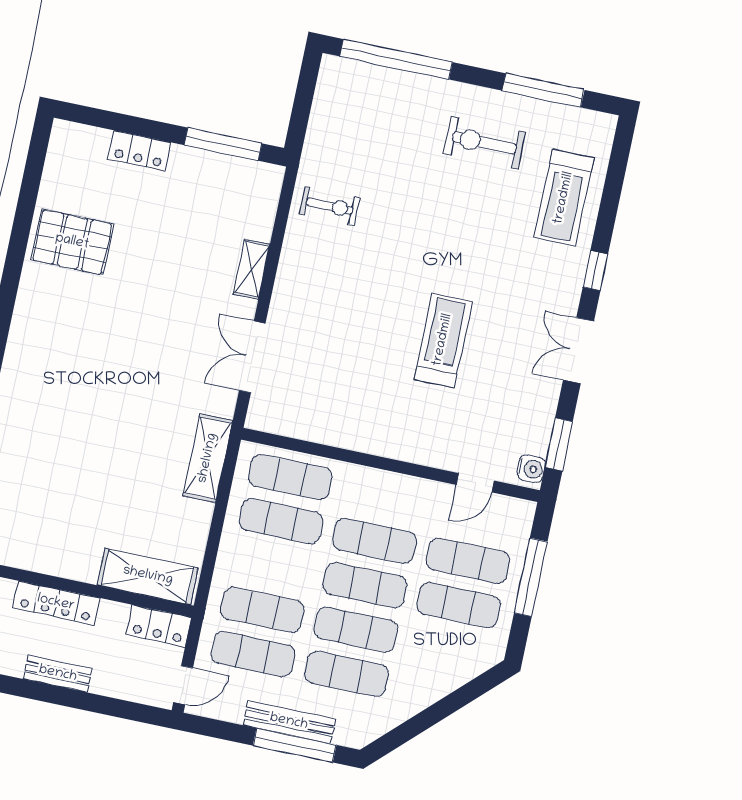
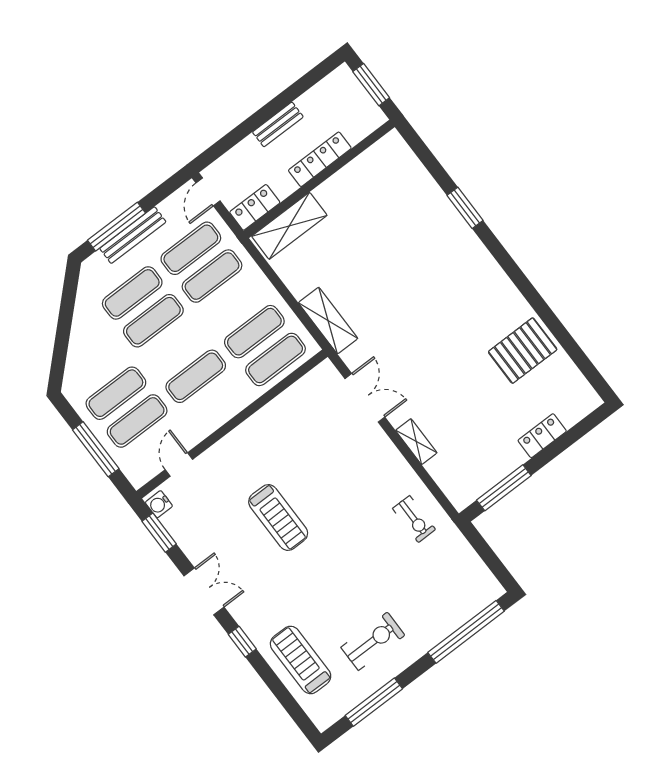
exercise bike: (330, 206) -> (414, 519), turned -90
exercise mat: (365, 585) -> (175, 349), removed

